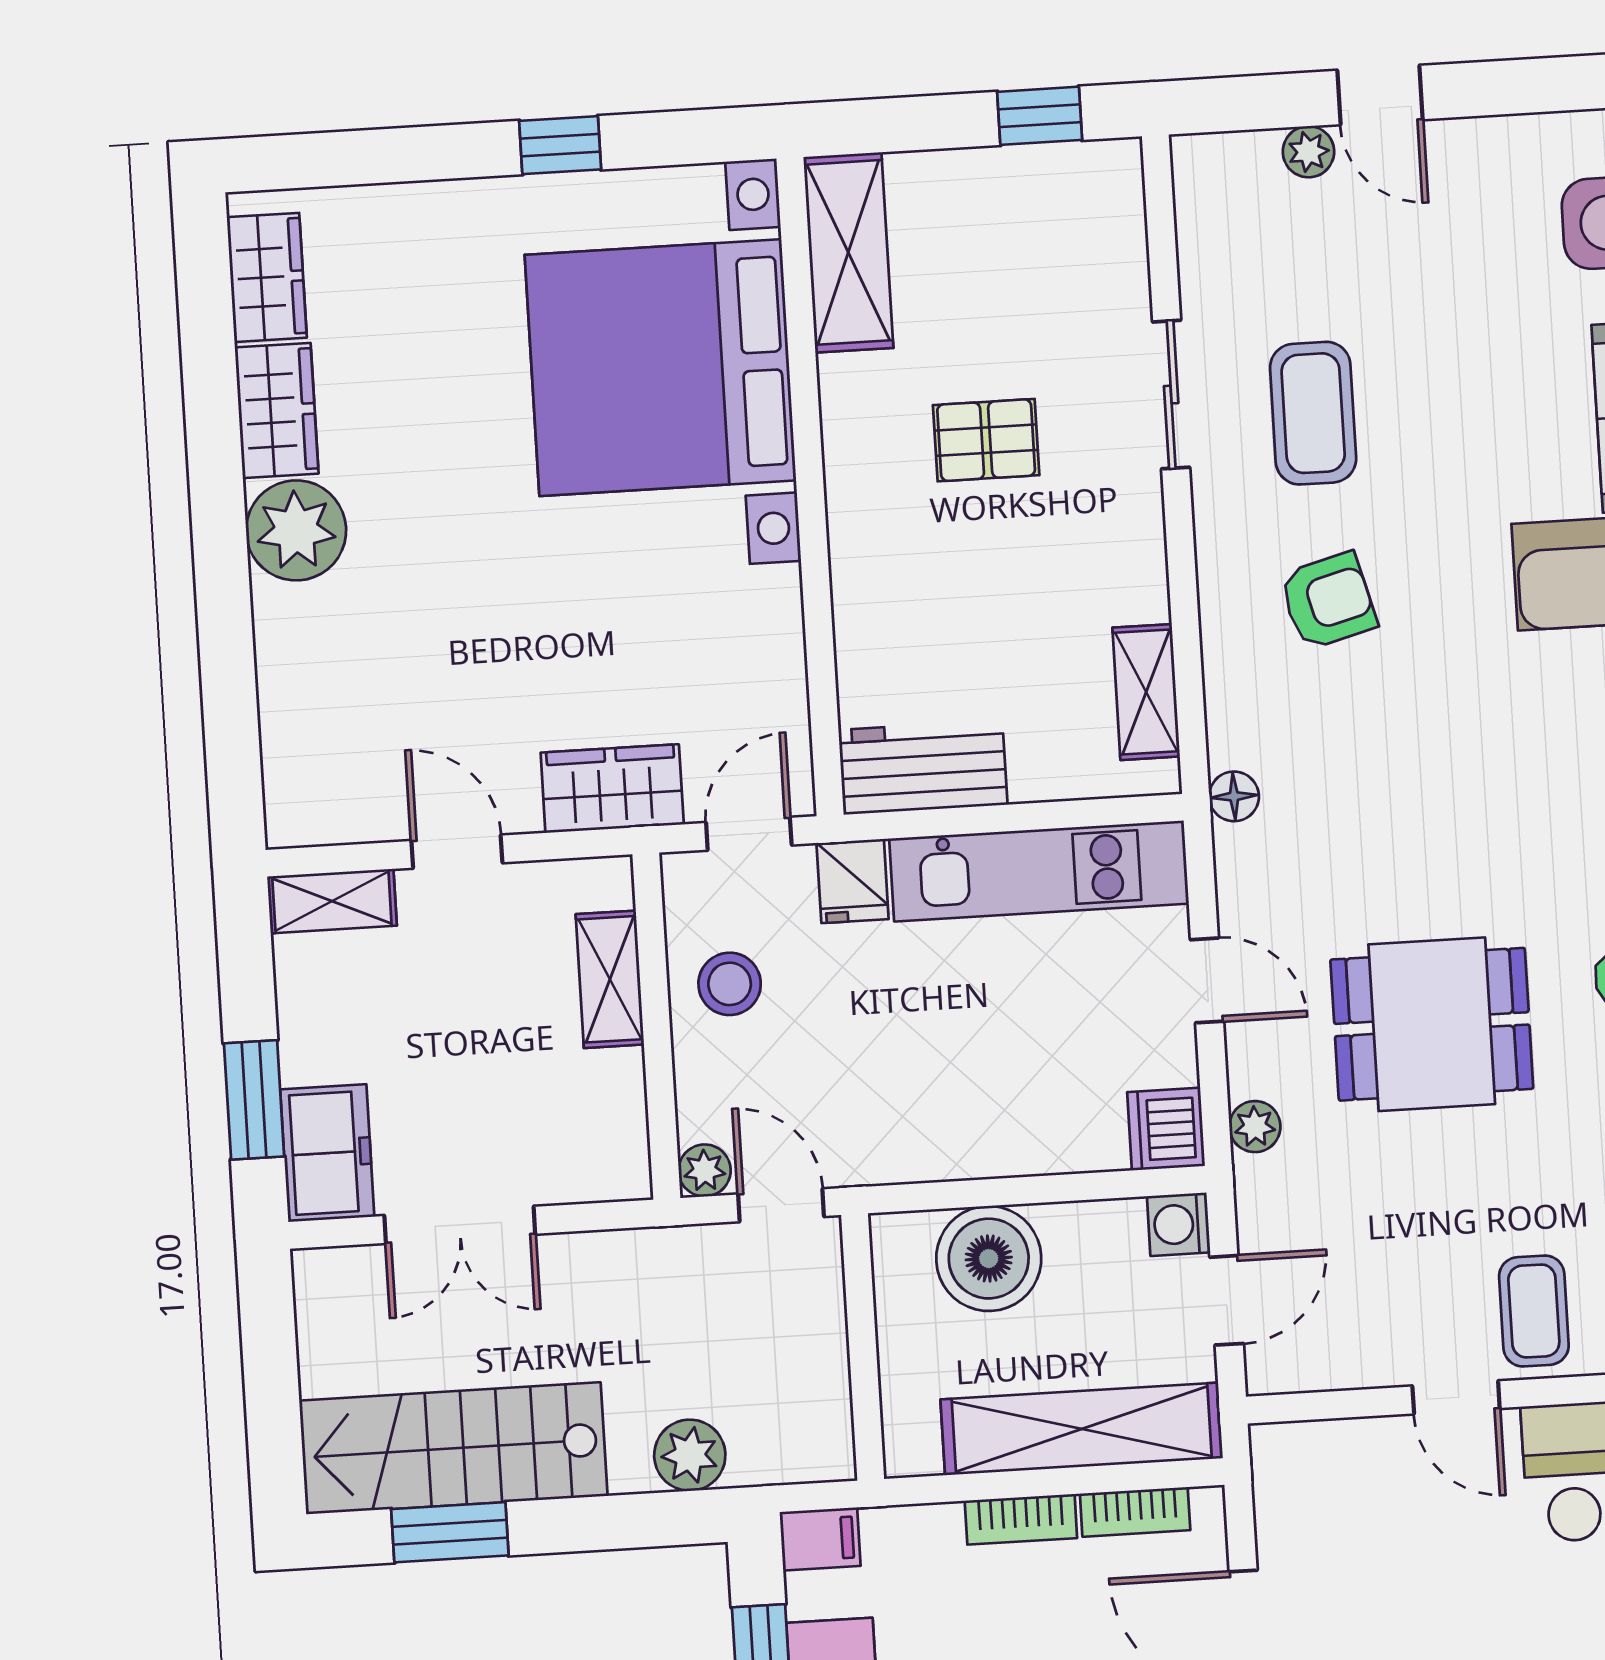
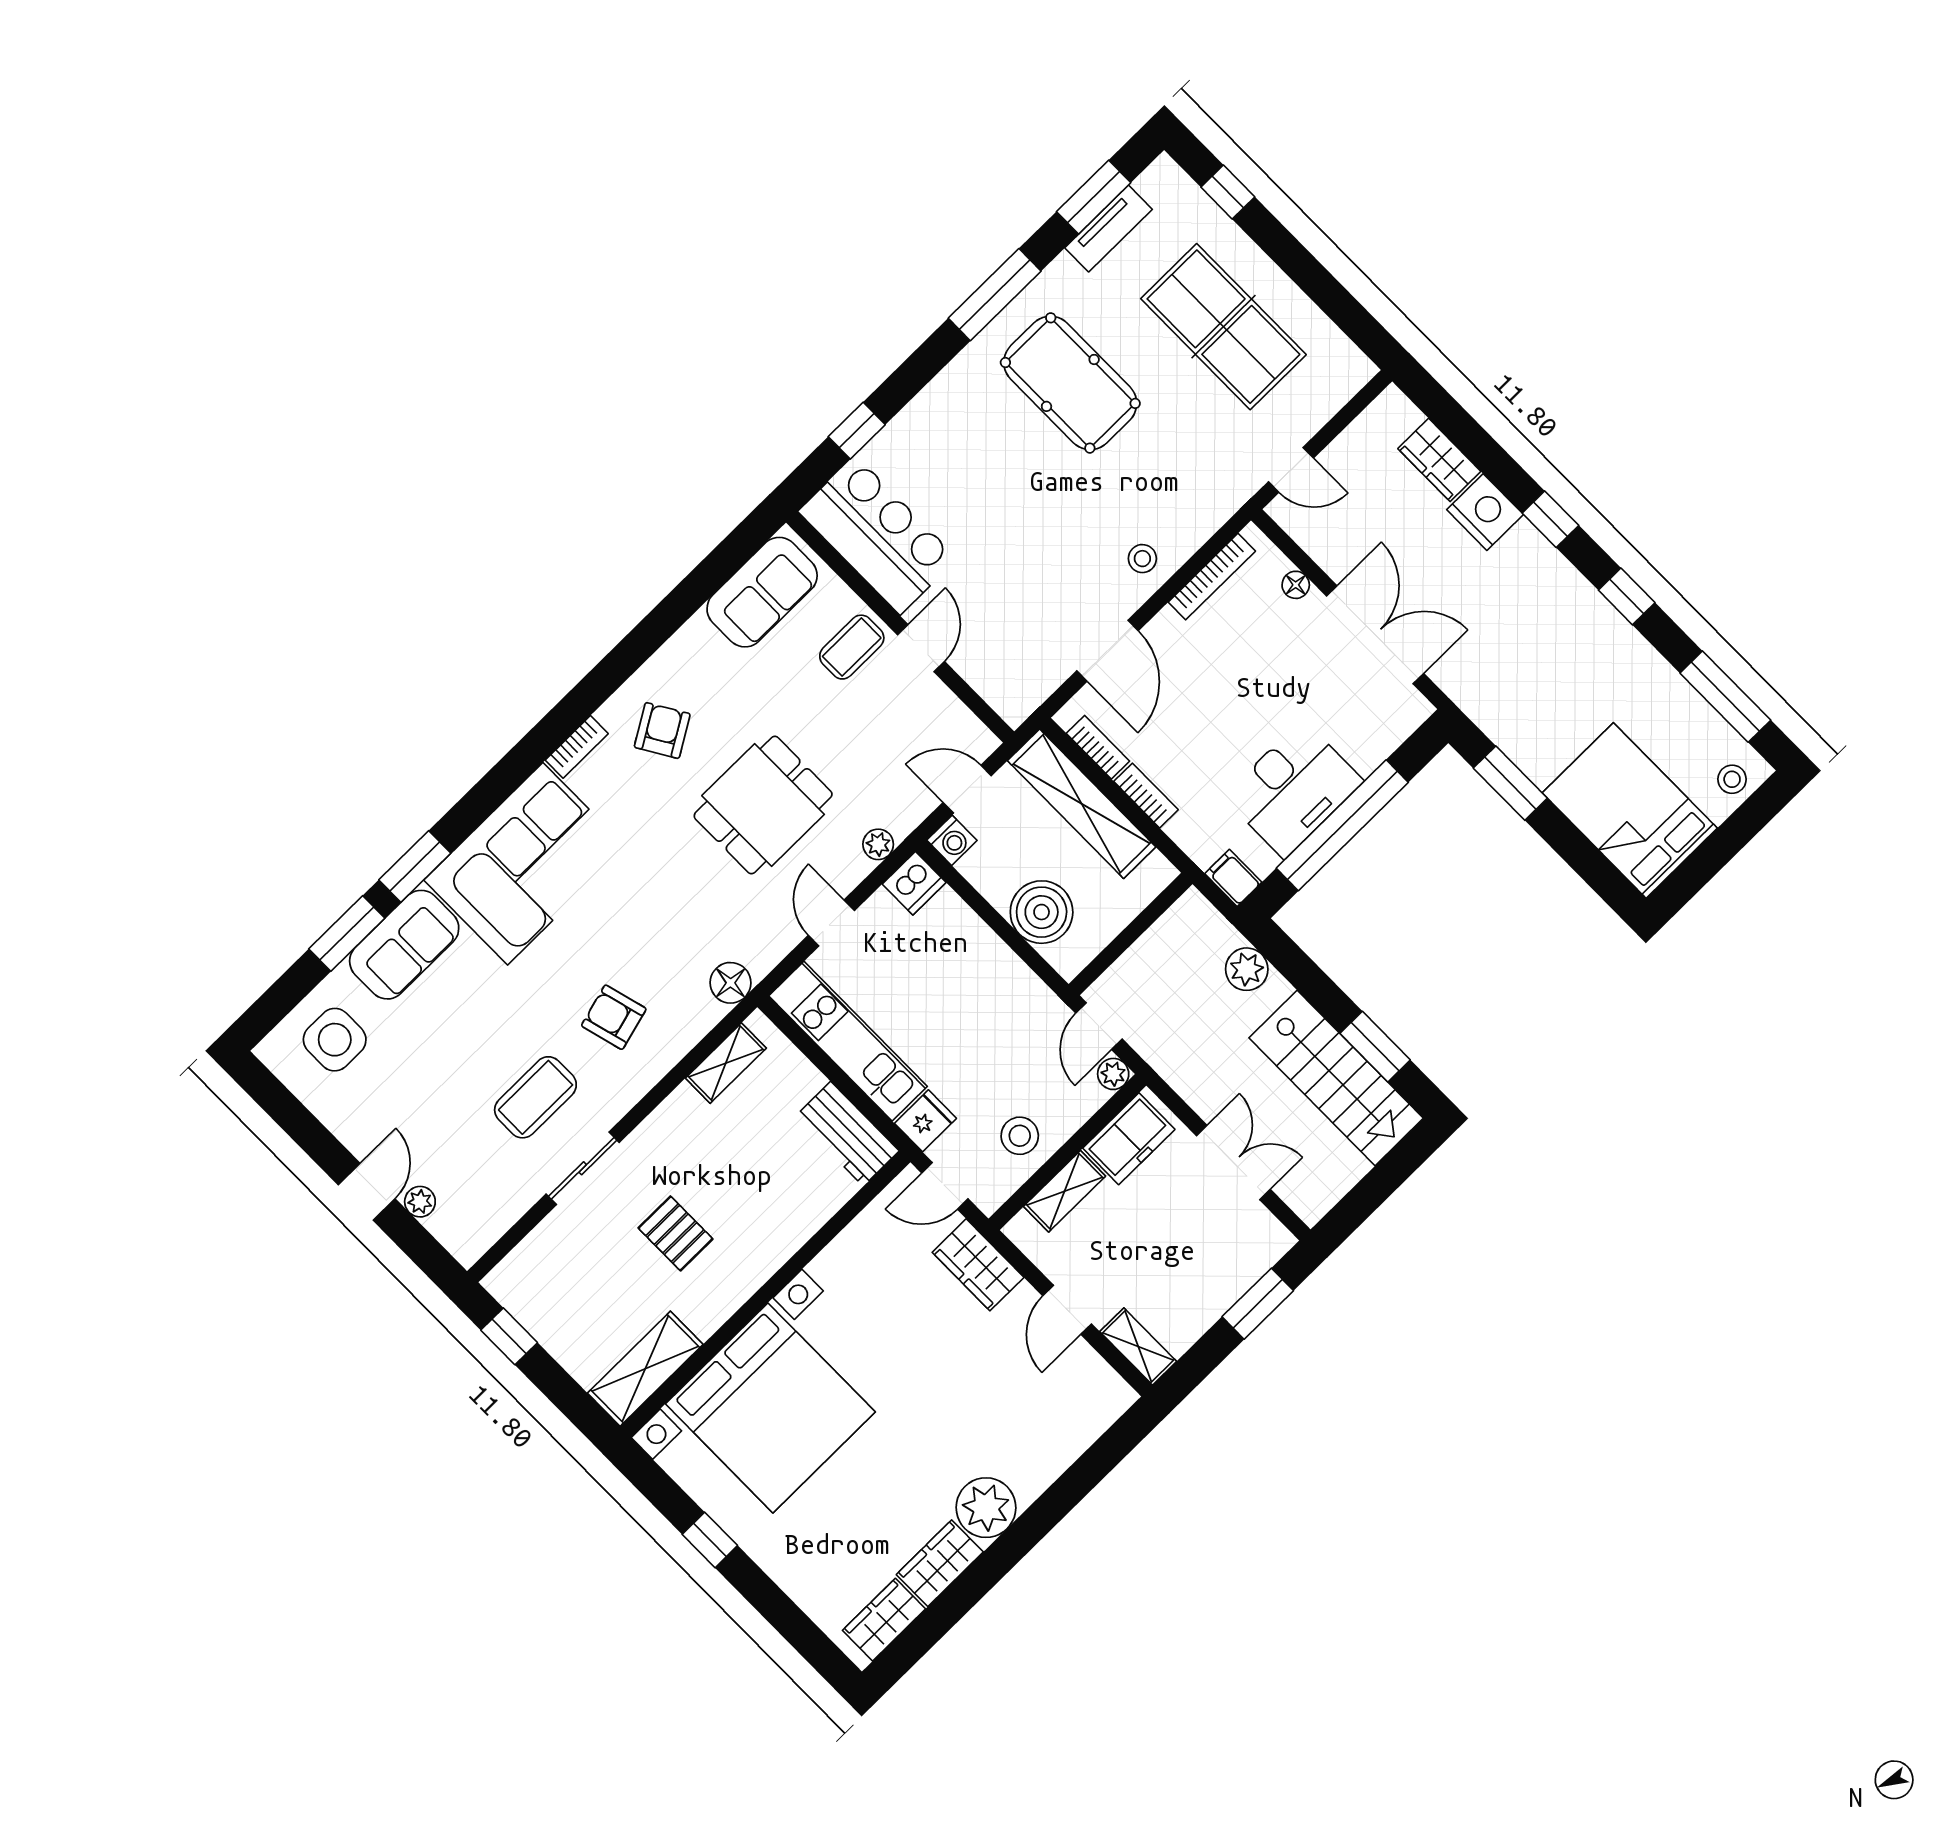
floor lamp: (1234, 796) -> (731, 983), width x1.37, depth x1.37
dining table: (1432, 1024) -> (763, 805), turned 90
freezer: (327, 1153) -> (1129, 1139), moved, turned 180

